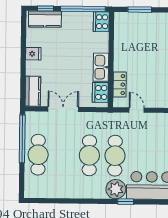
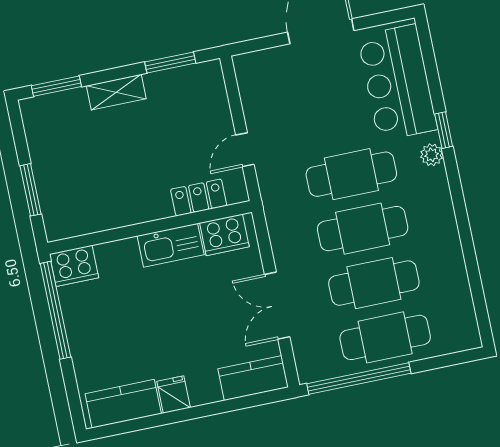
window: (46, 8) -> (72, 390), removed
kitchen counter: (45, 19) -> (123, 404), moved, turned -90
cafe table: (64, 155) -> (374, 283), added
plant: (116, 189) -> (432, 155), width x0.53, depth x0.53

